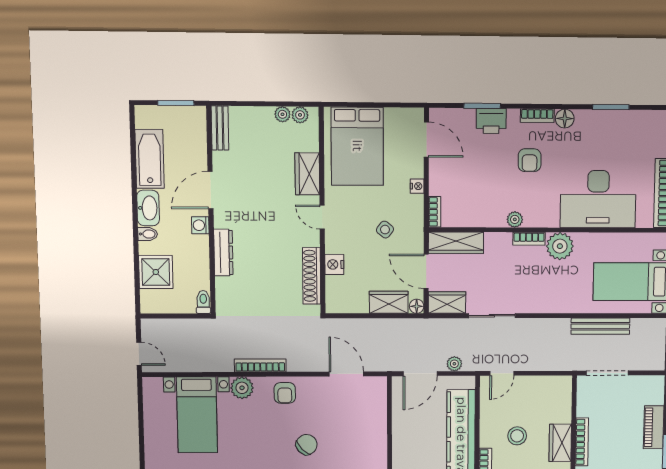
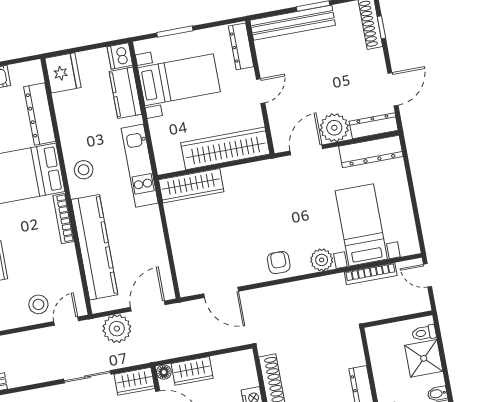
toilet: (203, 302) -> (424, 333), moved, turned 90
plant: (454, 364) -> (117, 329), width x1.88, depth x1.88
bookcase: (260, 365) -> (371, 274), moved
stool: (517, 436) -> (38, 304), moved
chair: (307, 445) -> (248, 214), removed

